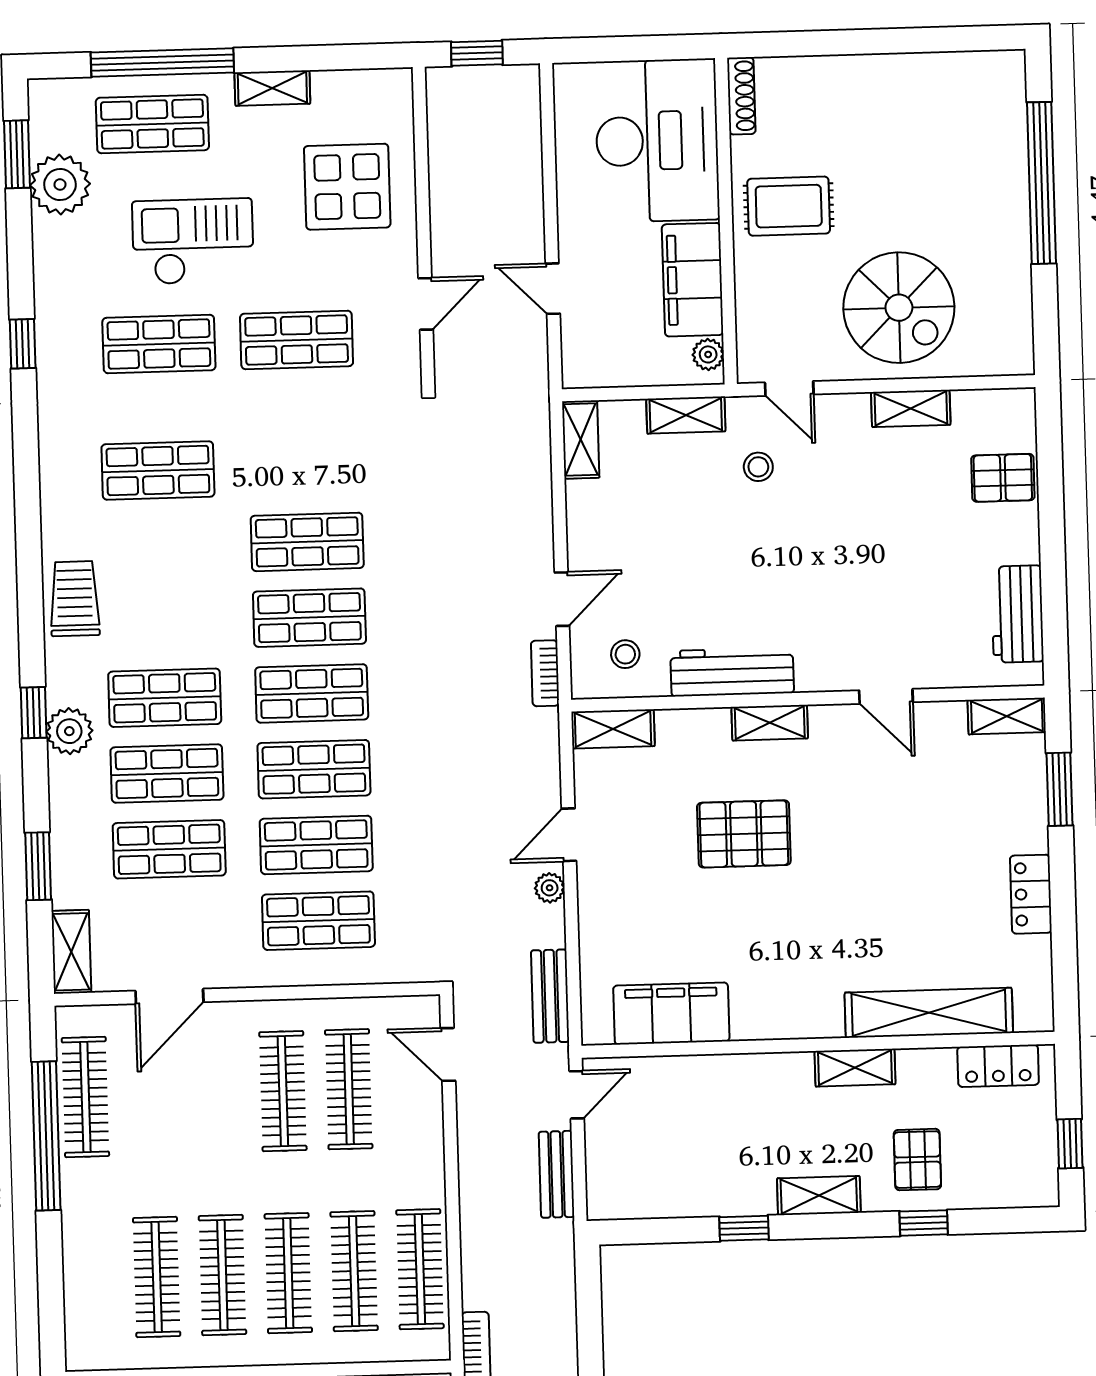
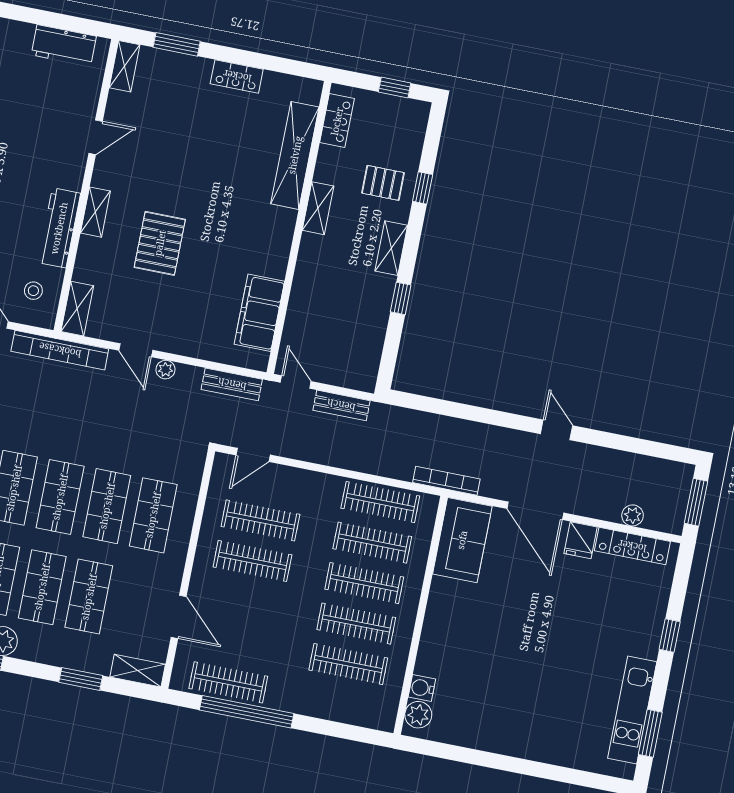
bookcase: (545, 673) -> (60, 350), width x2.31, depth x1.31

